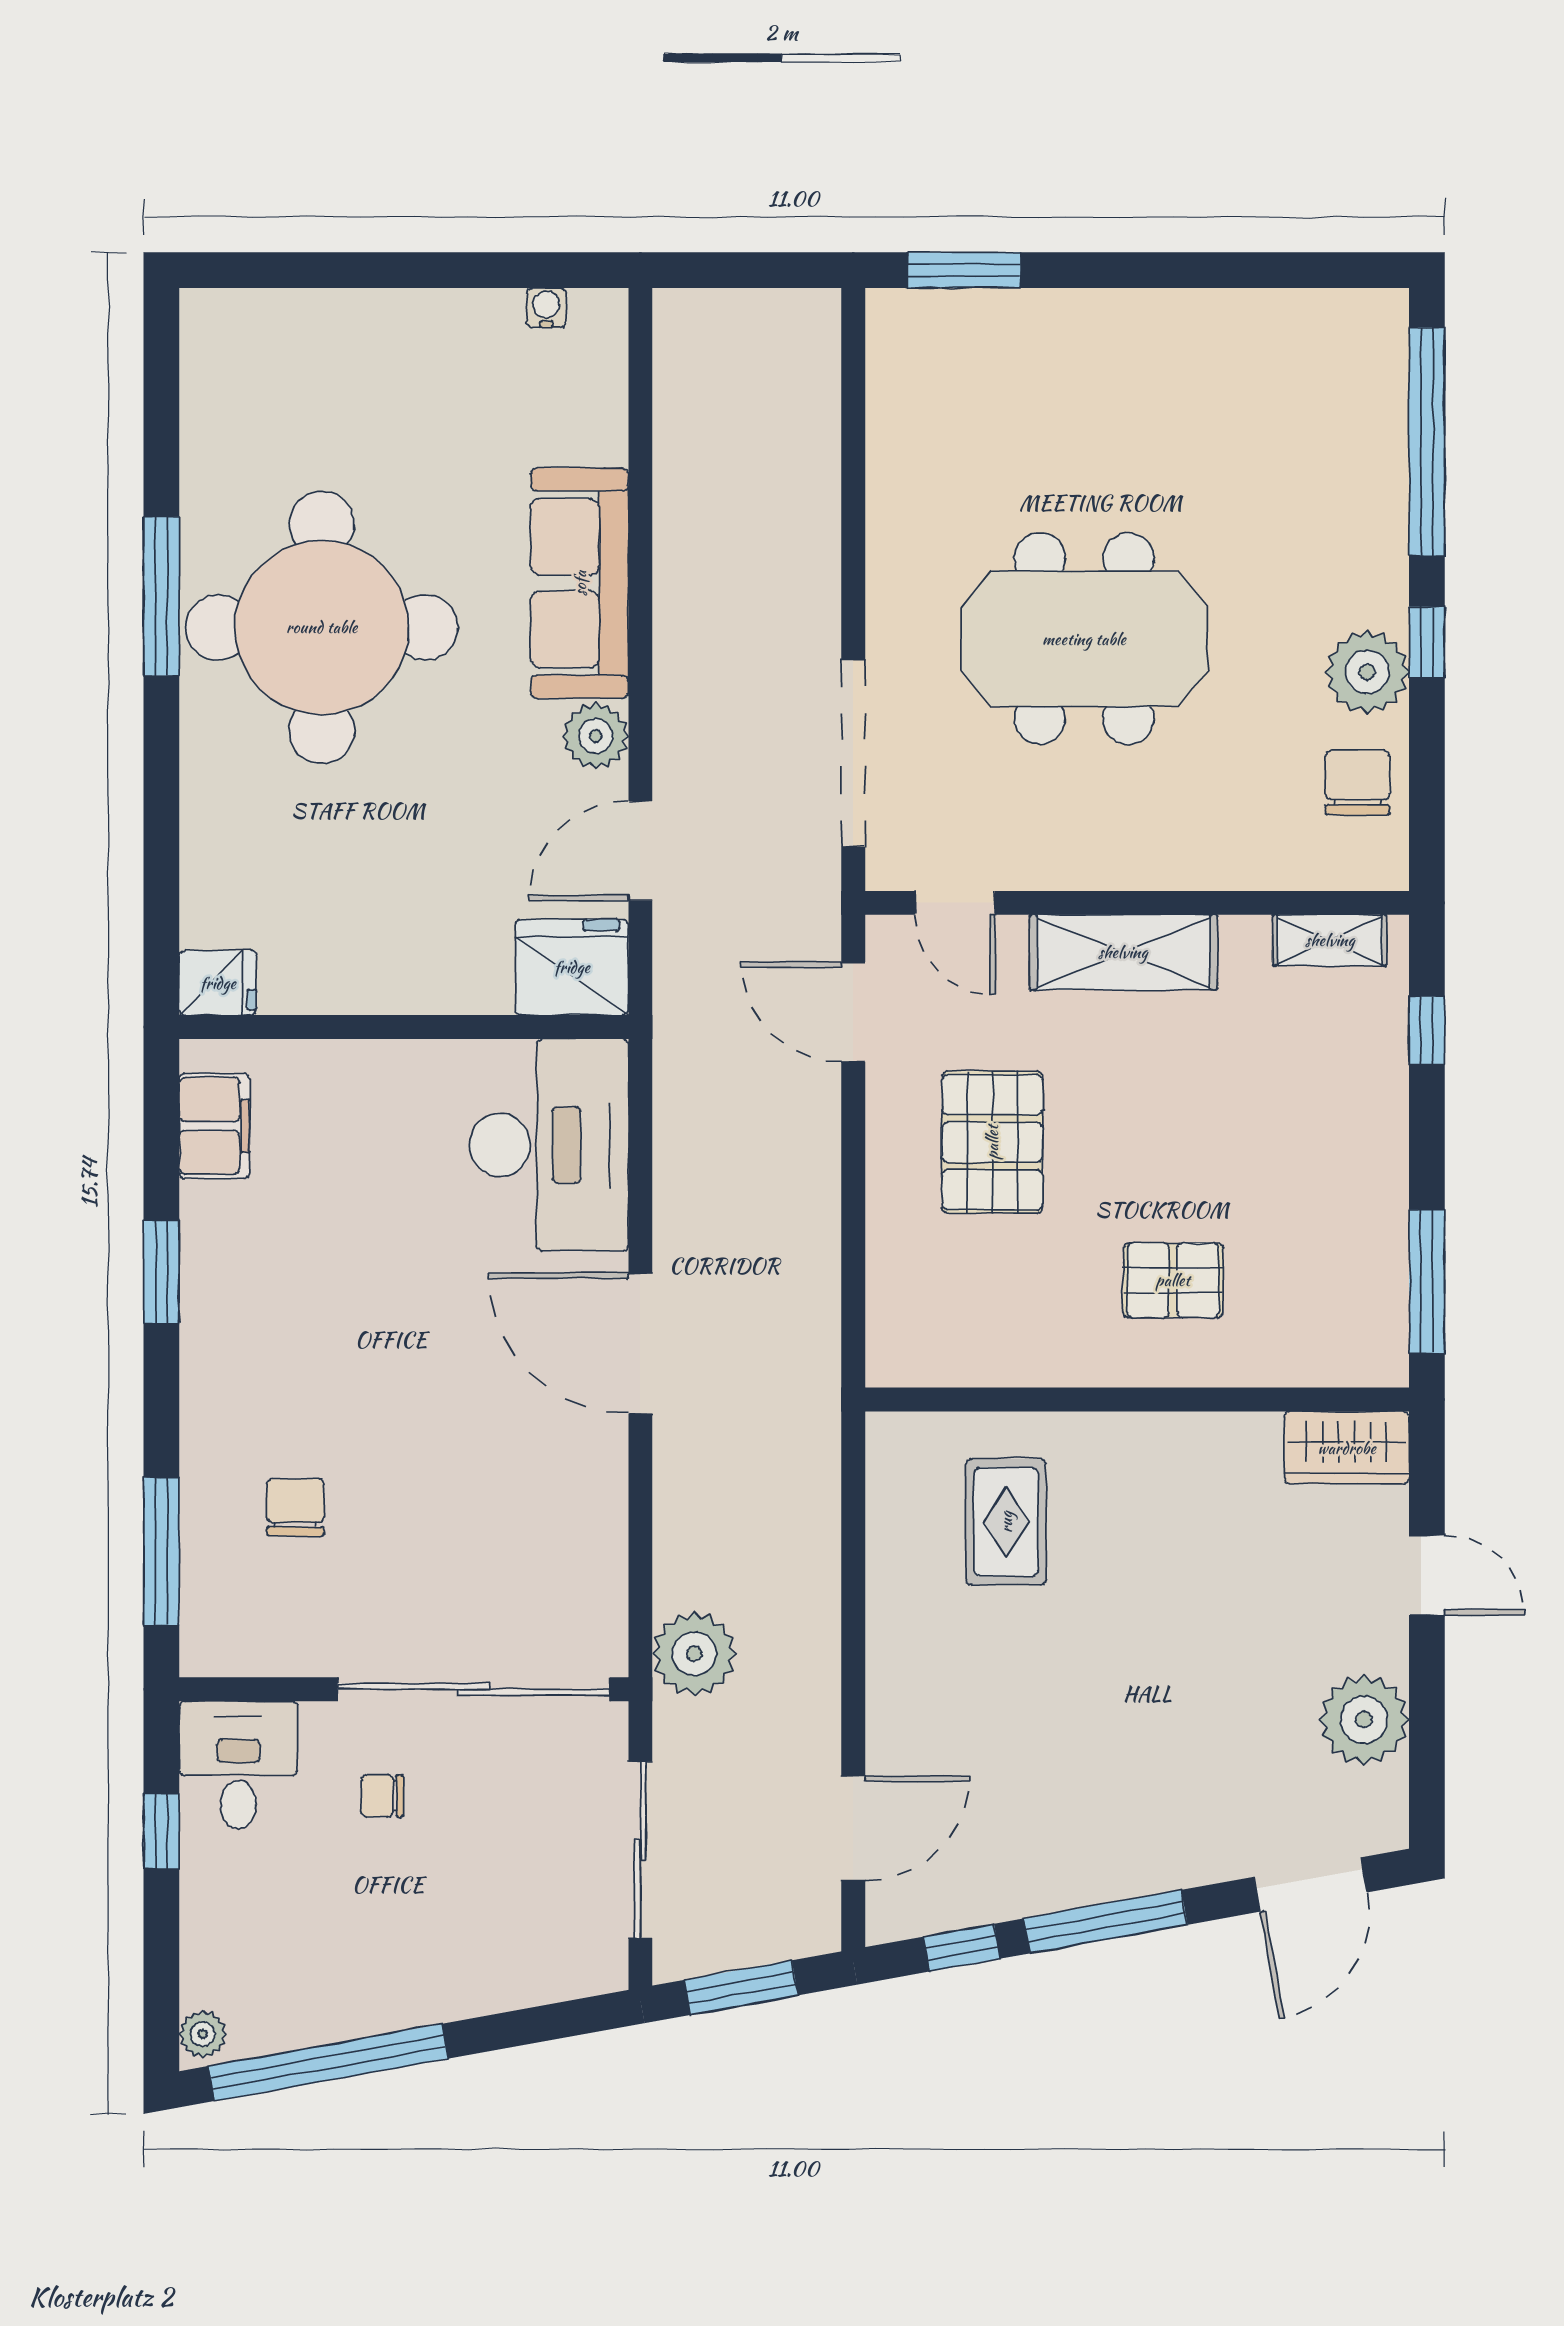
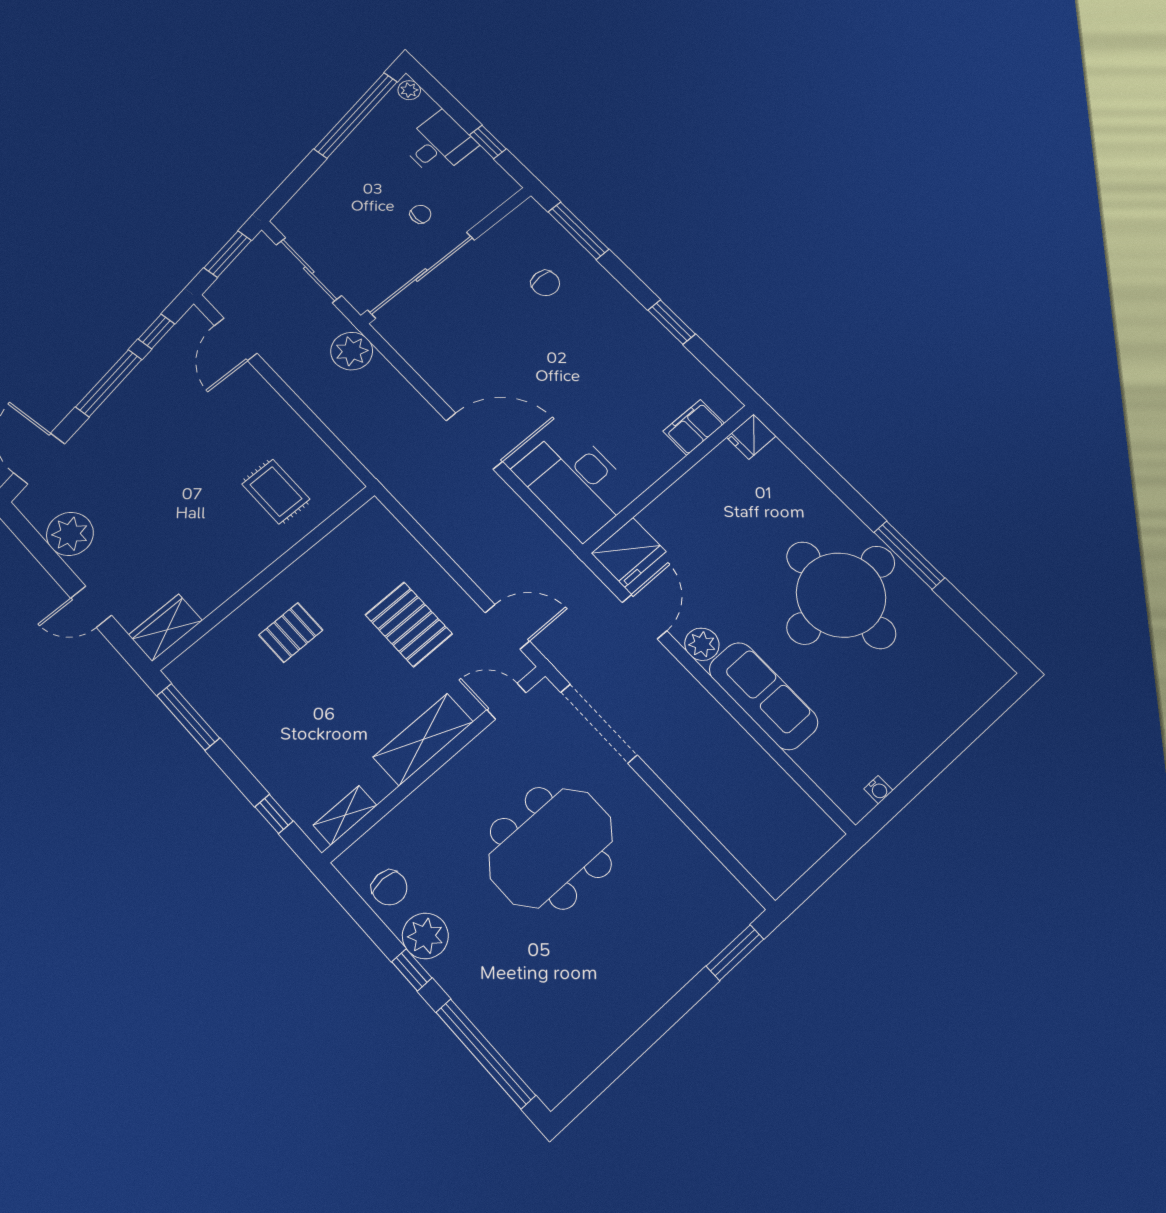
filing cabinet: (214, 1126) -> (694, 427), moved, turned 90
desk: (238, 1765) -> (439, 144), moved, turned -90

